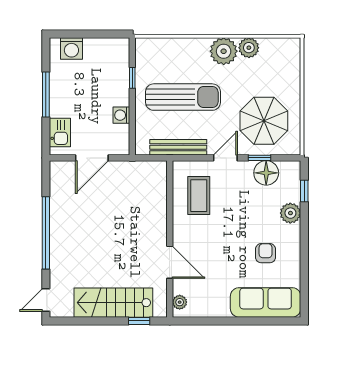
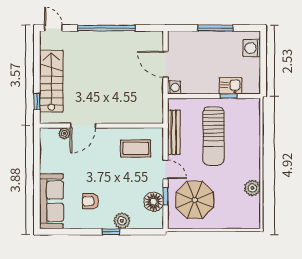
plant: (224, 51) -> (250, 168), removed
washing machine: (121, 115) -> (174, 87), moved, turned 90
kitchen sink: (60, 133) -> (230, 86), moved, turned 180
window: (304, 191) -> (111, 232), moved
armchair: (266, 253) -> (90, 201), turned 180
plant: (180, 302) -> (64, 133), moved

